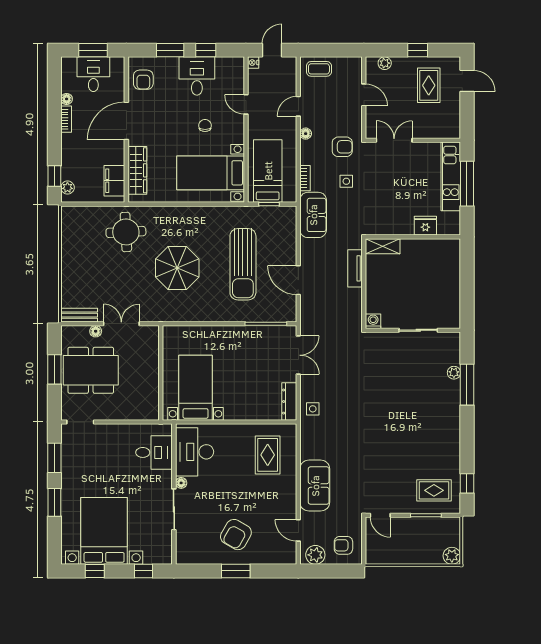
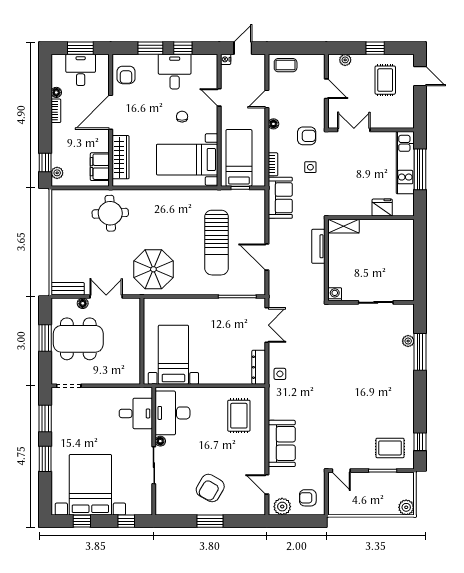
parasol: (177, 268) -> (153, 269), moved

